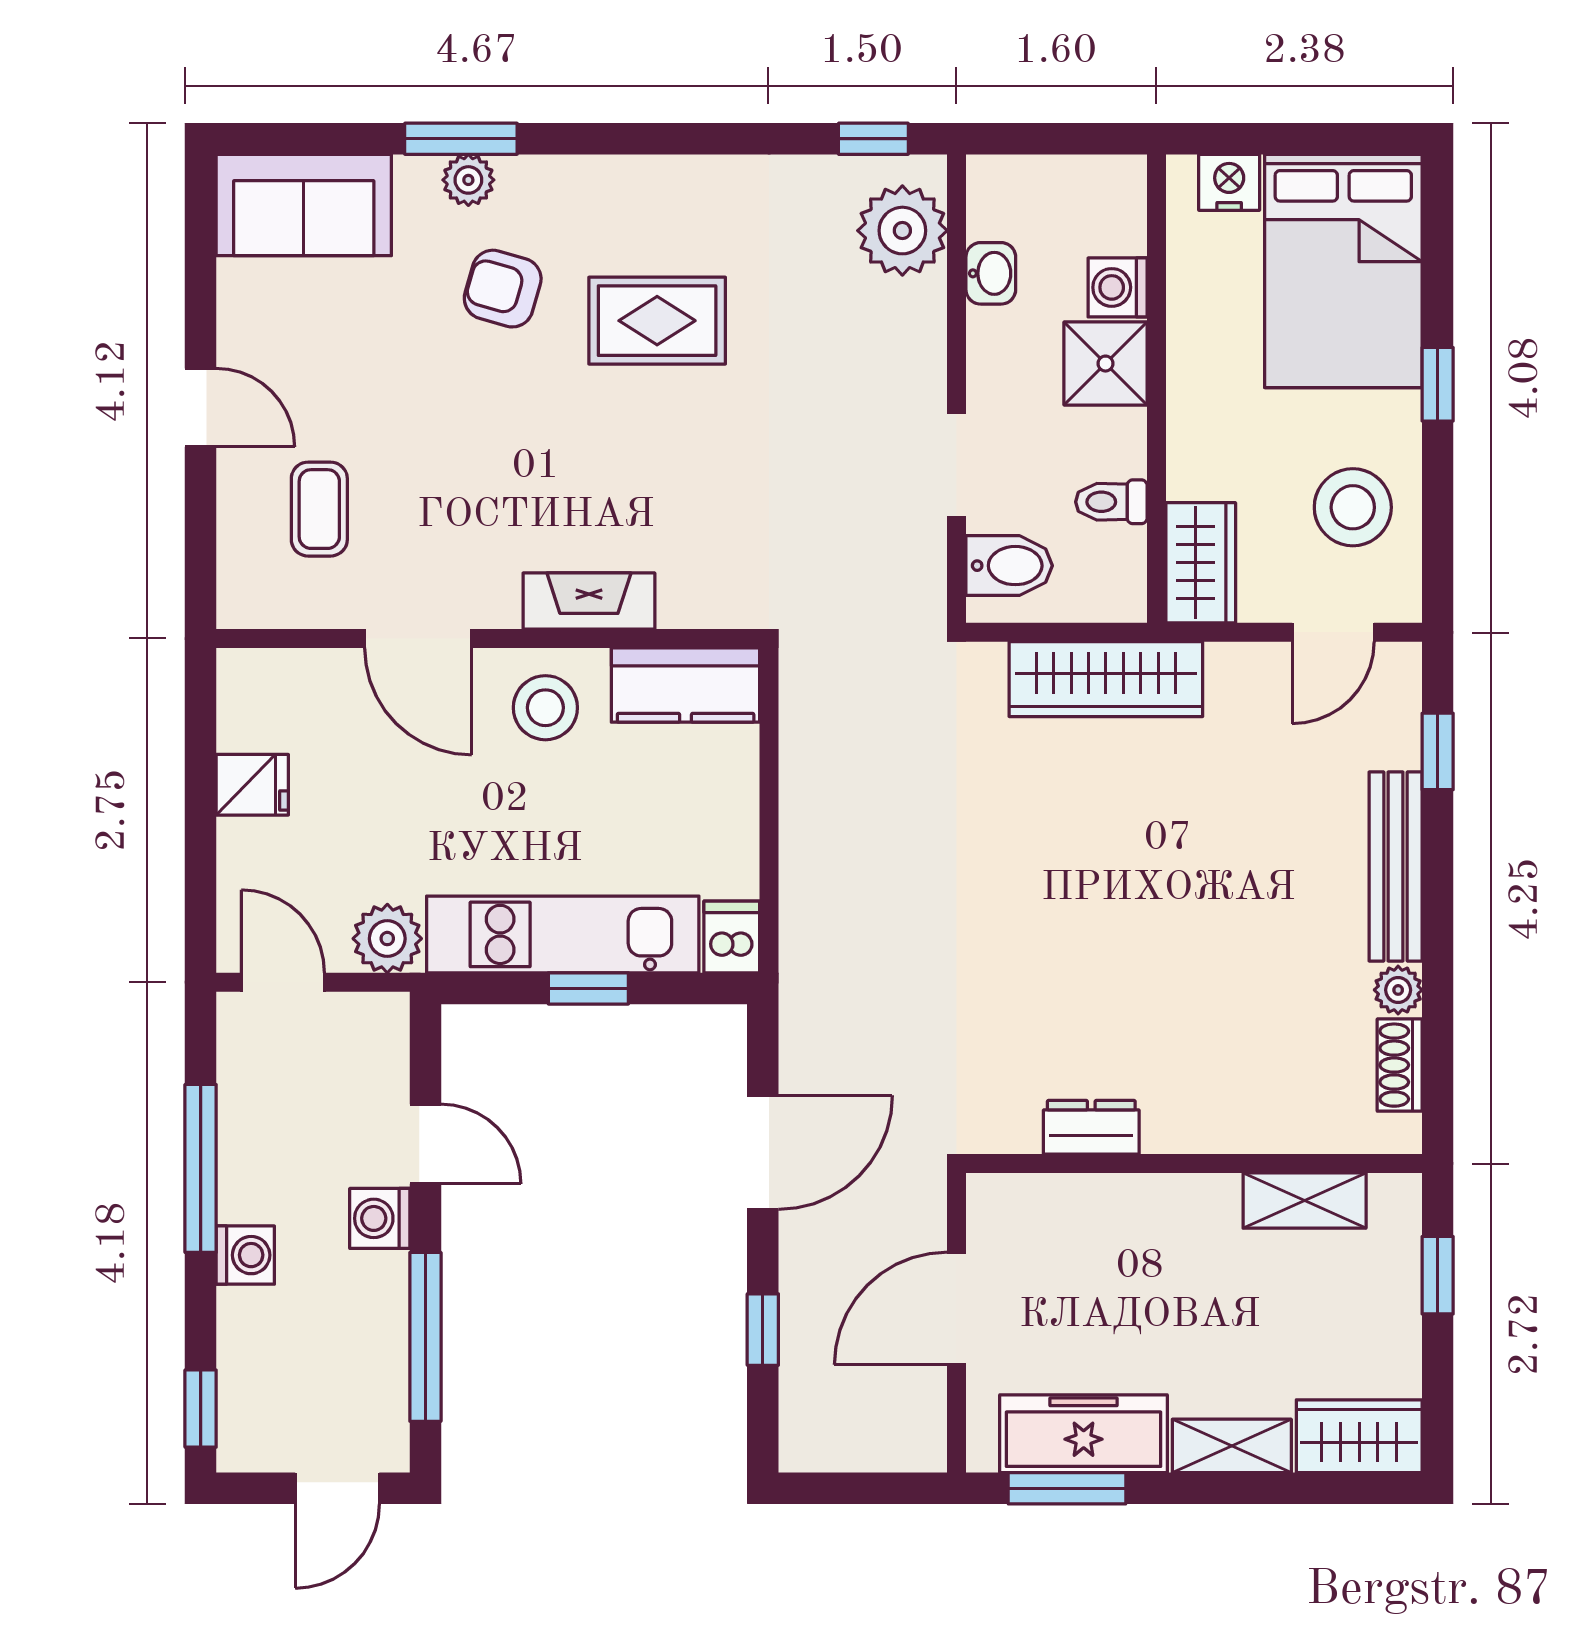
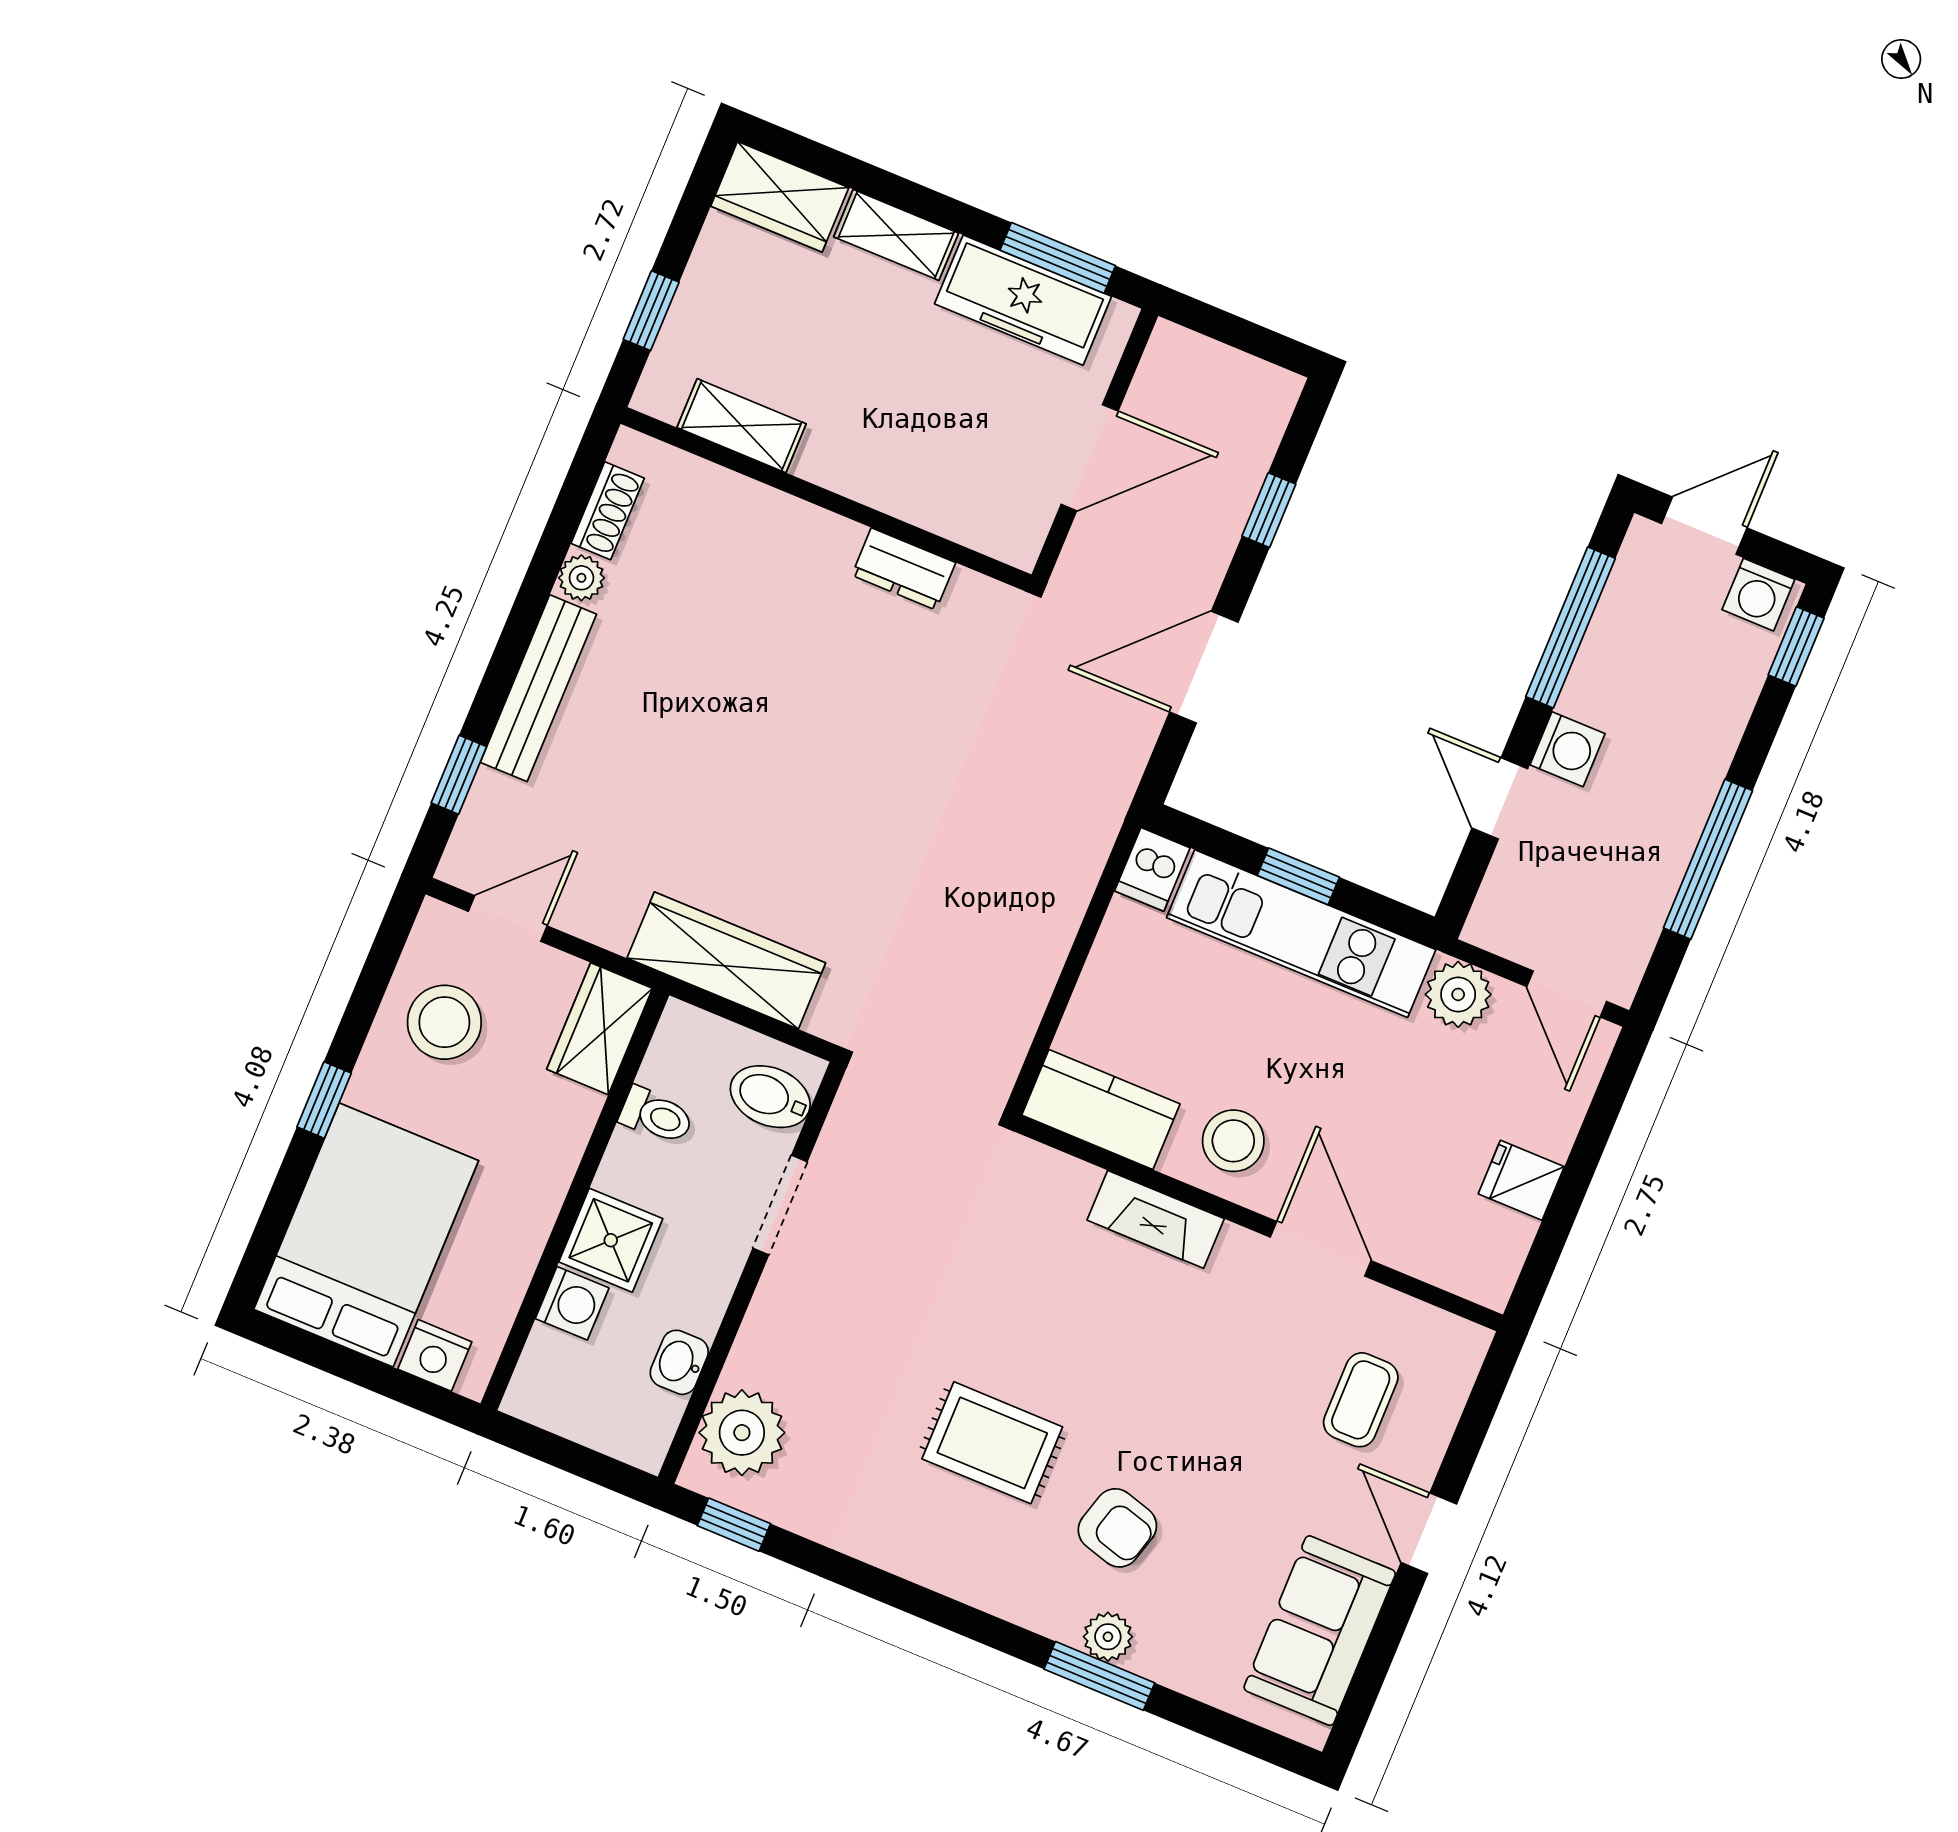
sofa: (304, 205) -> (1320, 1631), moved, turned -90
washing machine: (245, 1255) -> (1758, 595), moved, turned -90

